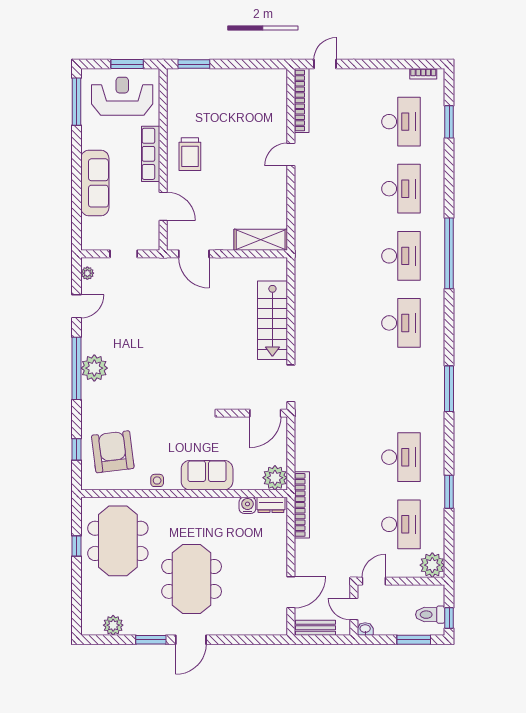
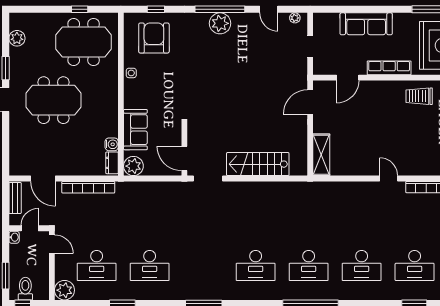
trolley: (190, 154) -> (419, 96), moved
armchair: (113, 452) -> (154, 38), turned -83
sofa: (207, 475) -> (135, 130), moved
bookcase: (302, 505) -> (88, 187), moved

